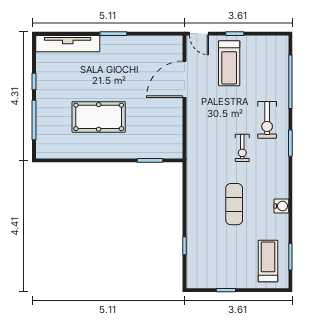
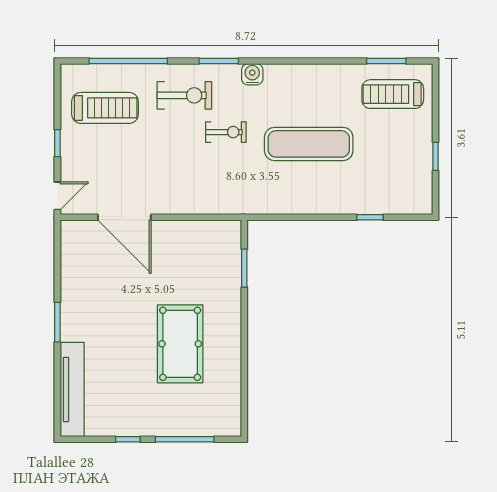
treadmill: (229, 63) -> (105, 108), moved
exercise mat: (234, 204) -> (309, 144), width x1.36, depth x1.45
water cooler: (281, 206) -> (252, 74), moved

